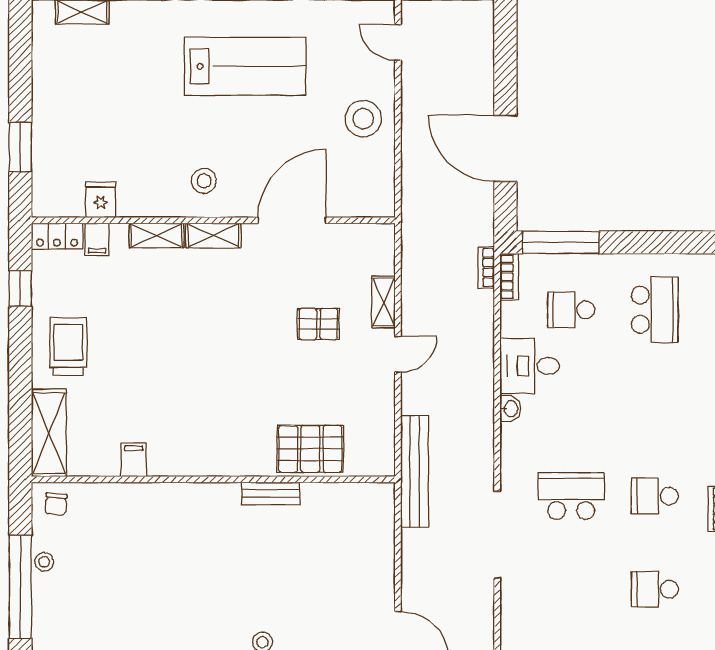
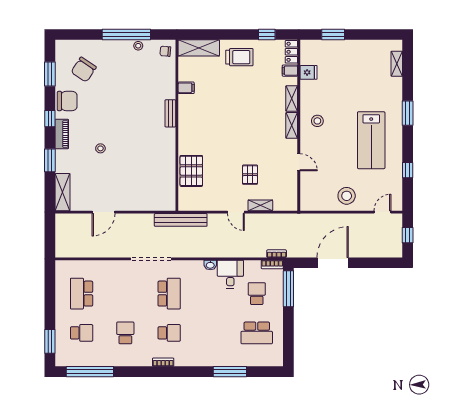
door: (292, 220) -> (299, 162), width x0.53
bench: (270, 493) -> (170, 113), moved
school desk: (655, 496) -> (169, 333), turned 90

